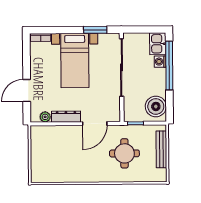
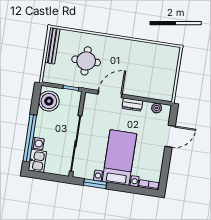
dresser: (66, 117) -> (132, 105), width x0.70
bench: (161, 149) -> (52, 46), moved

